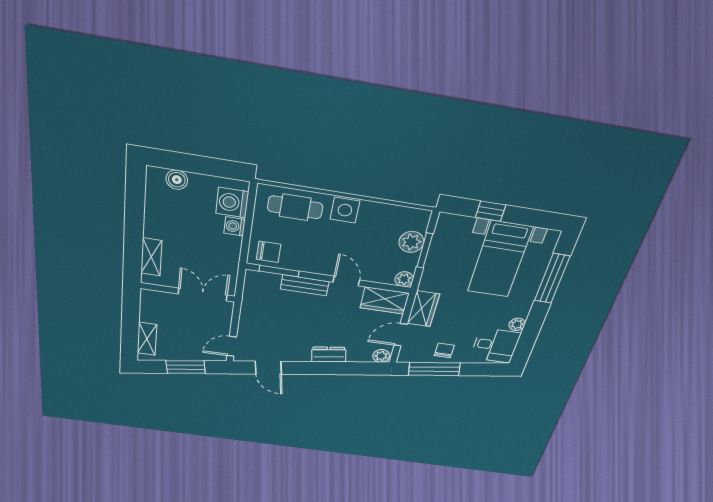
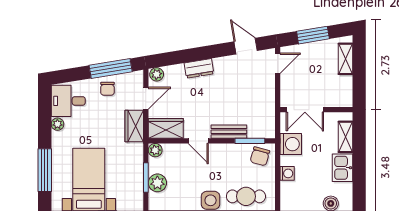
washing machine: (232, 203) -> (291, 144), moved
kitchen sink: (157, 222) -> (342, 168), added
chair: (269, 252) -> (260, 156), turned -75

